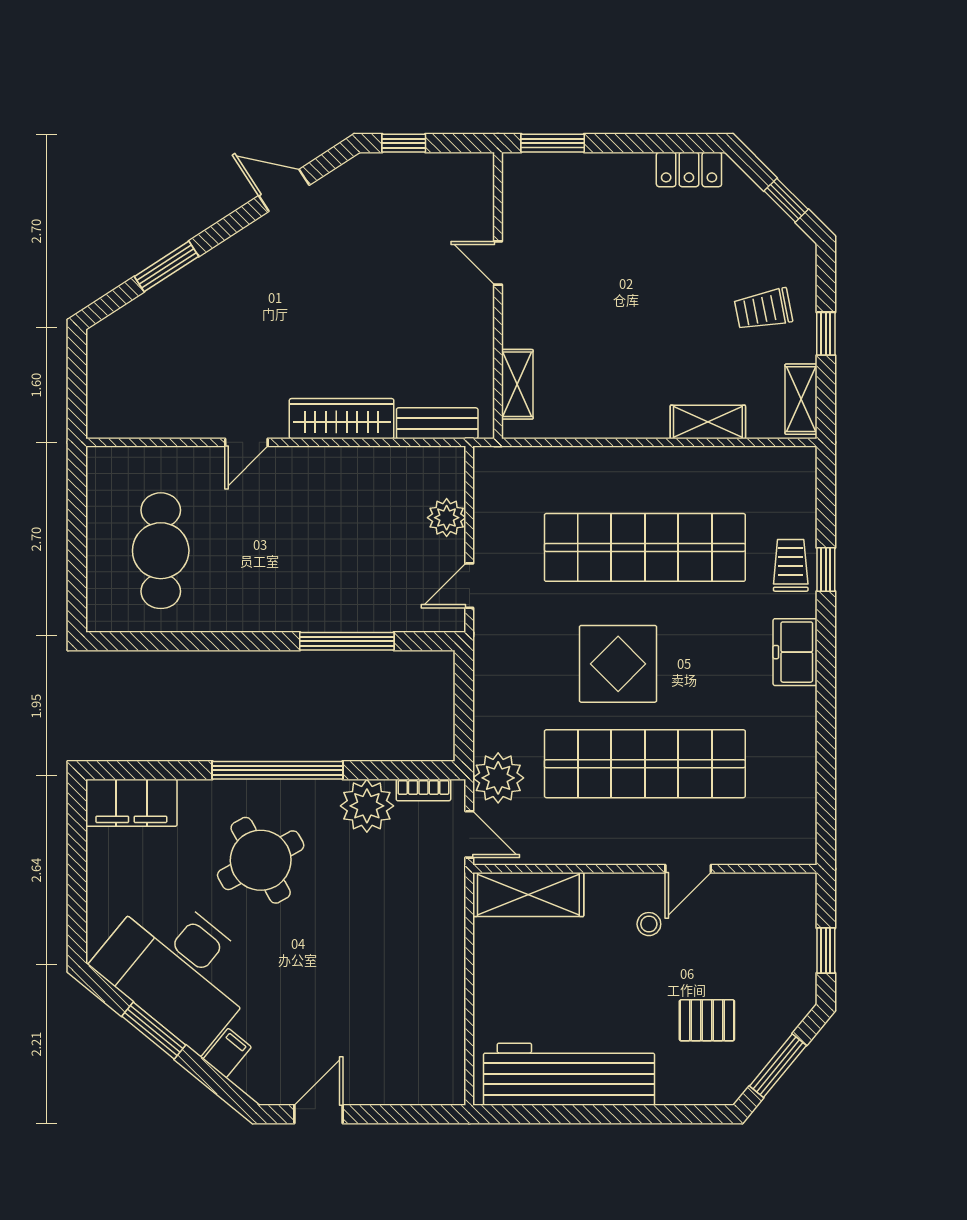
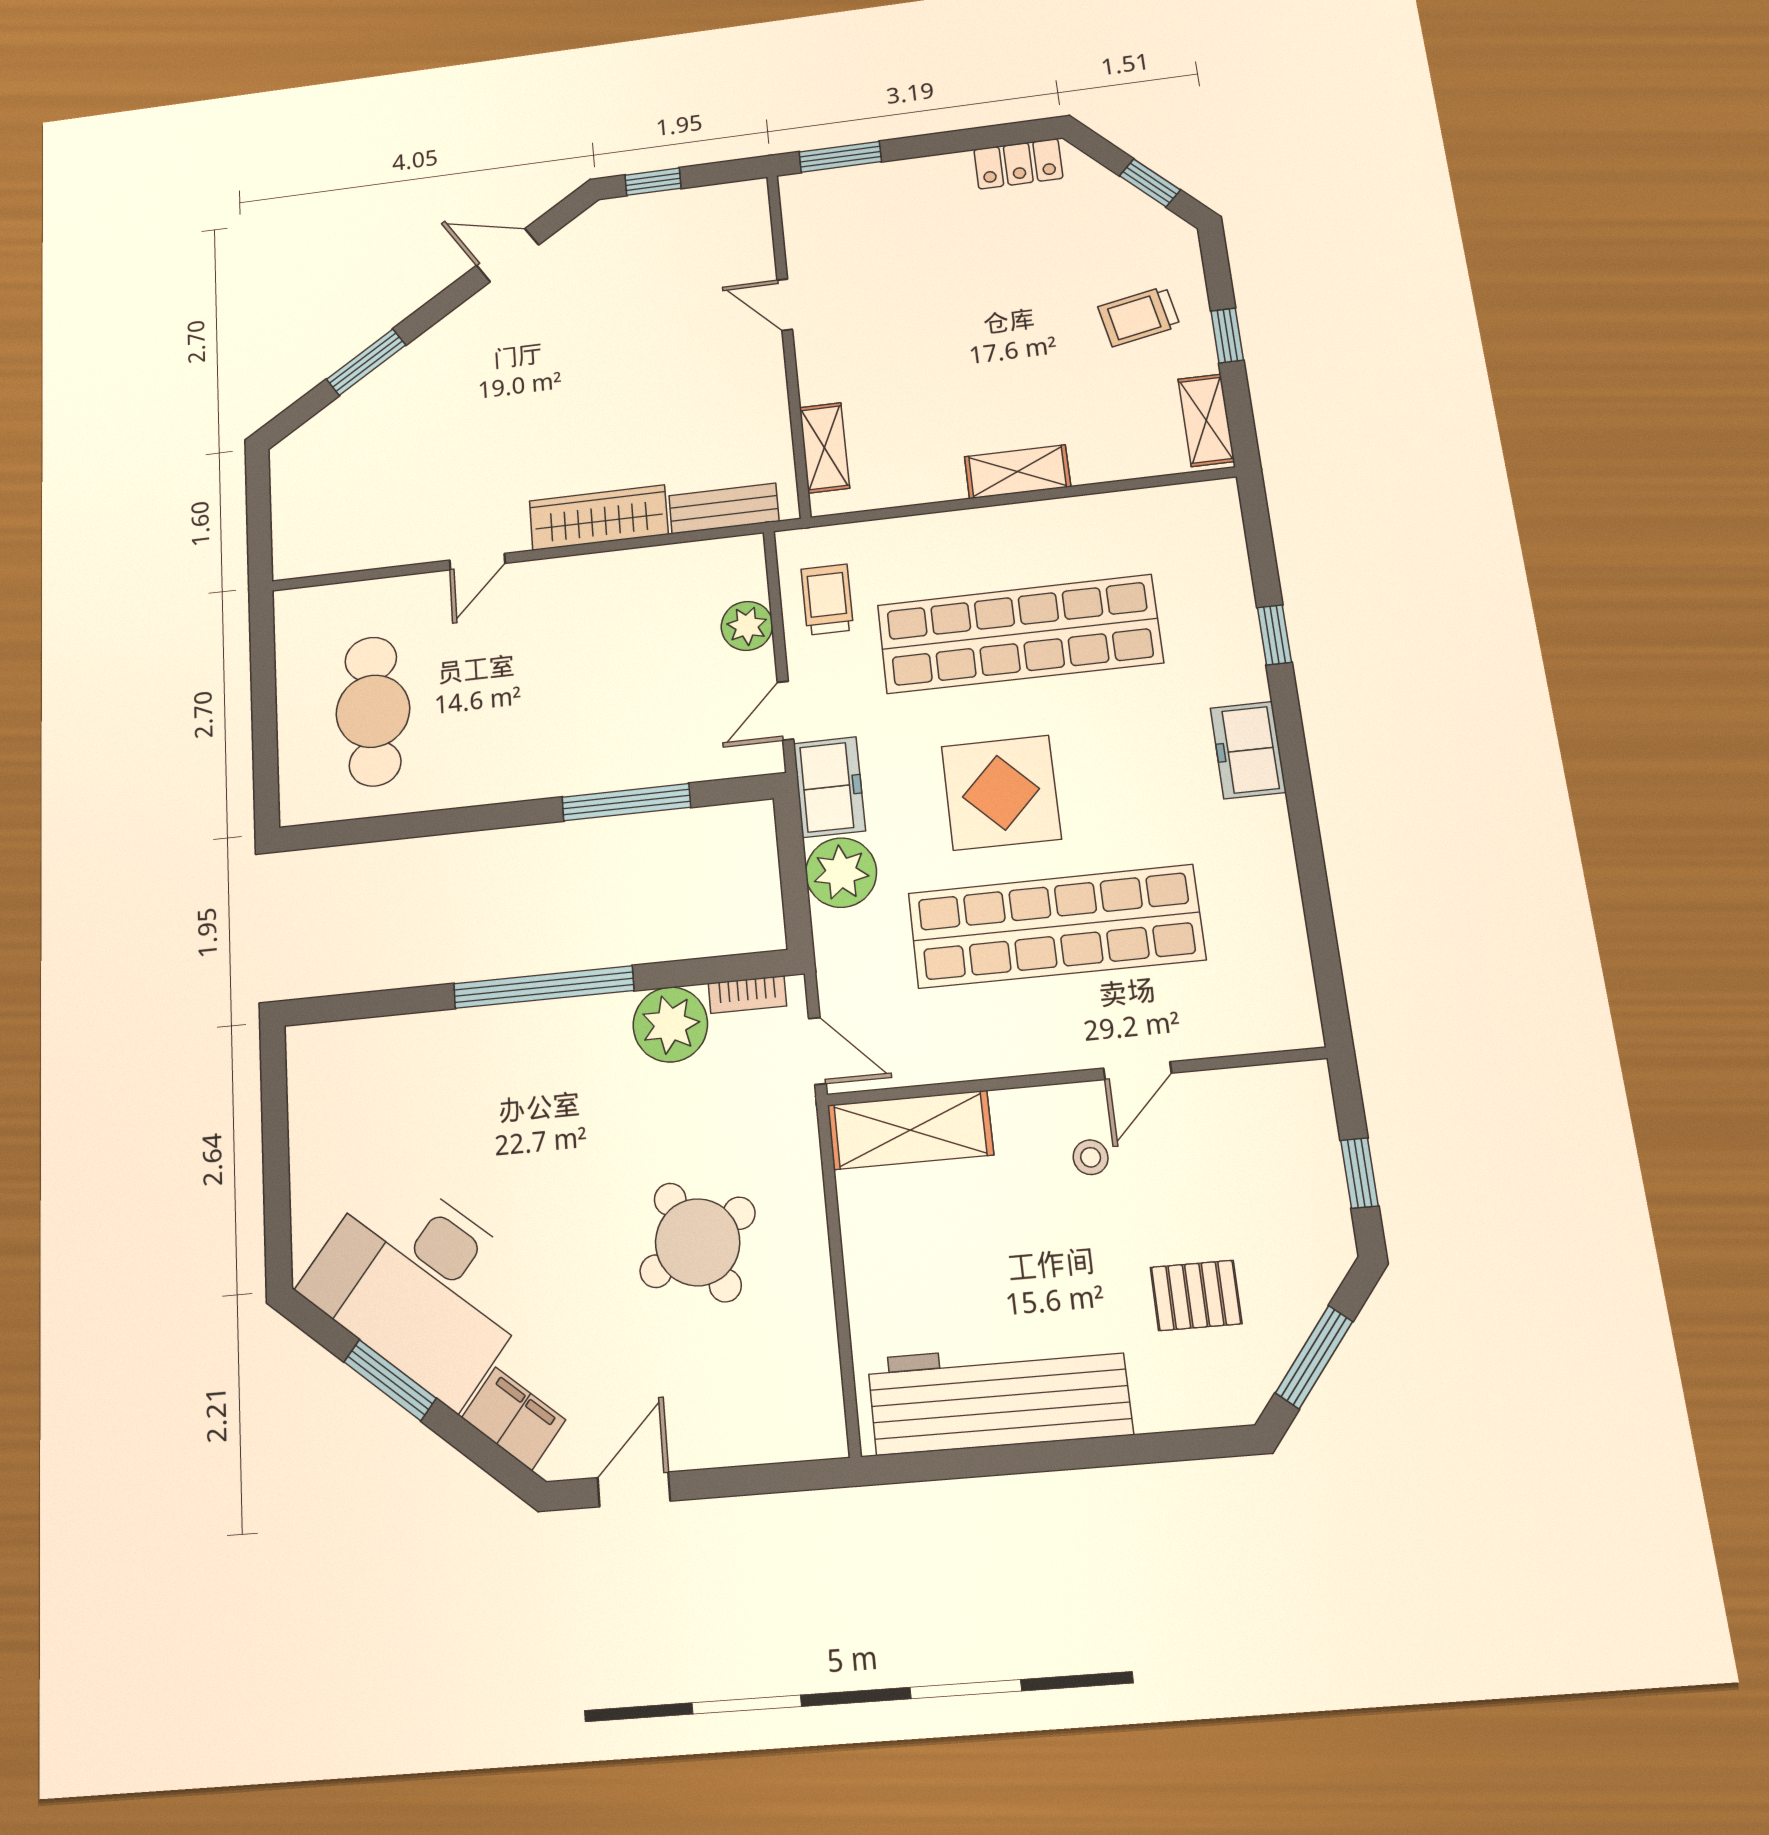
shelving: (708, 422) -> (1017, 472), moved
trolley: (791, 565) -> (827, 599), moved
freezer: (496, 646) -> (829, 787), added
plant: (498, 778) -> (841, 873), moved
filing cabinet: (131, 803) -> (347, 1052), removed
round table: (261, 860) -> (698, 1242), moved
filing cabinet: (227, 1053) -> (513, 1419), width x2.00

